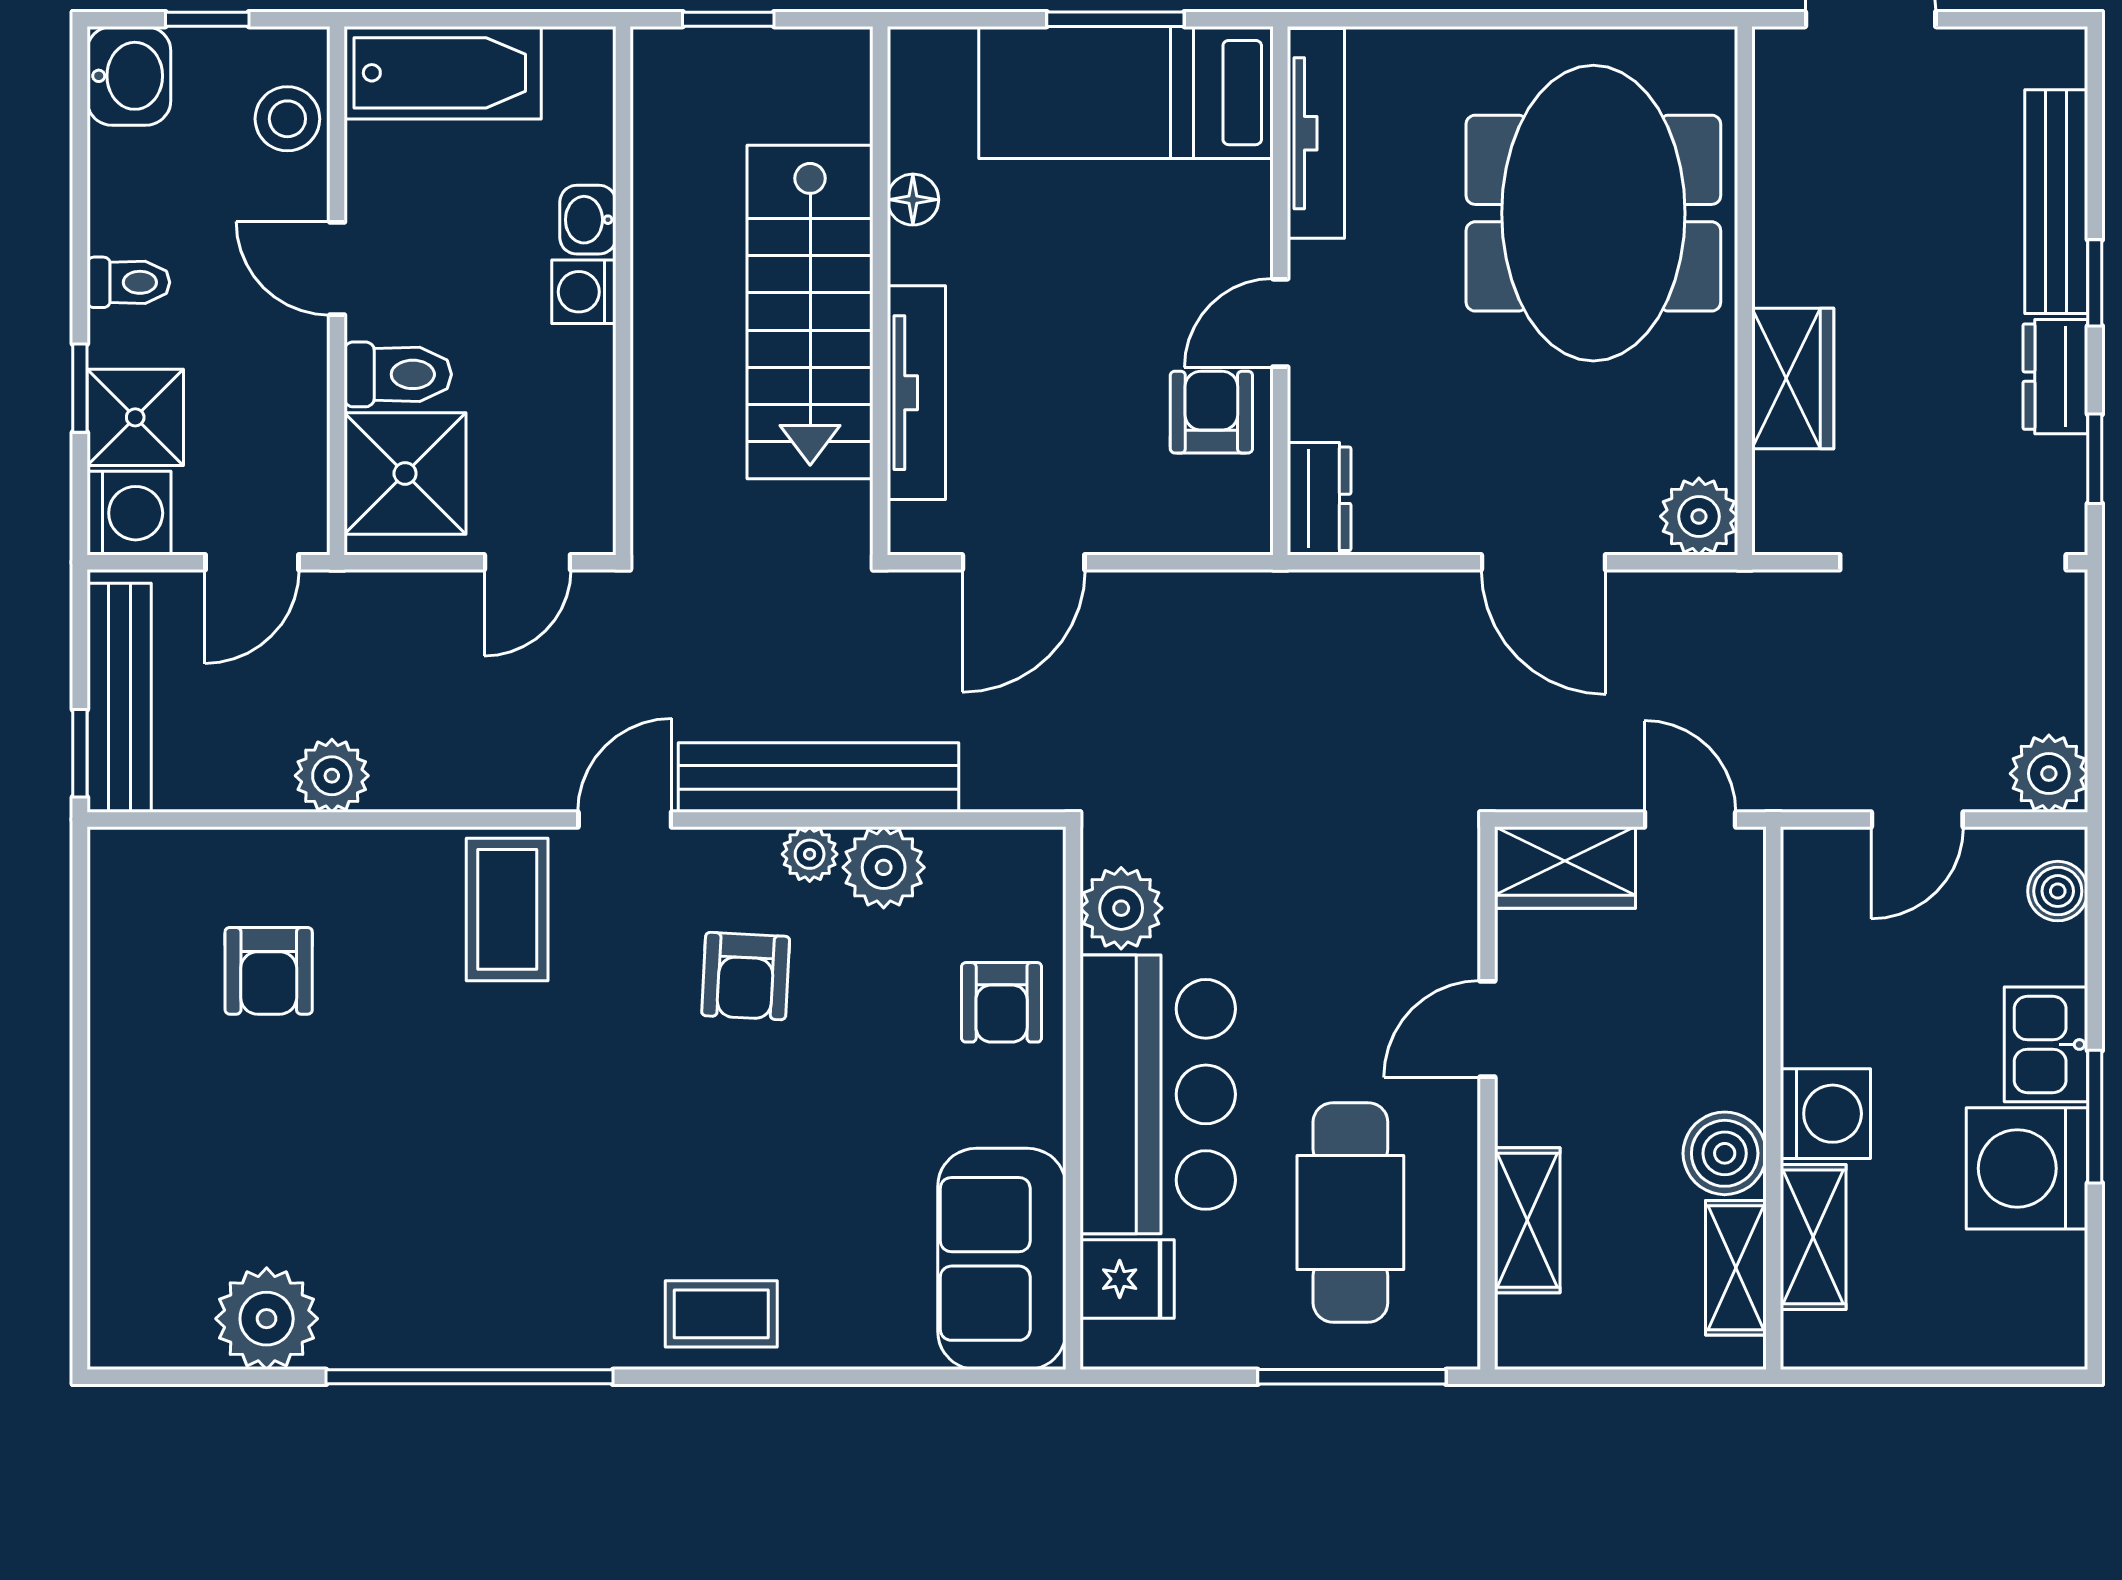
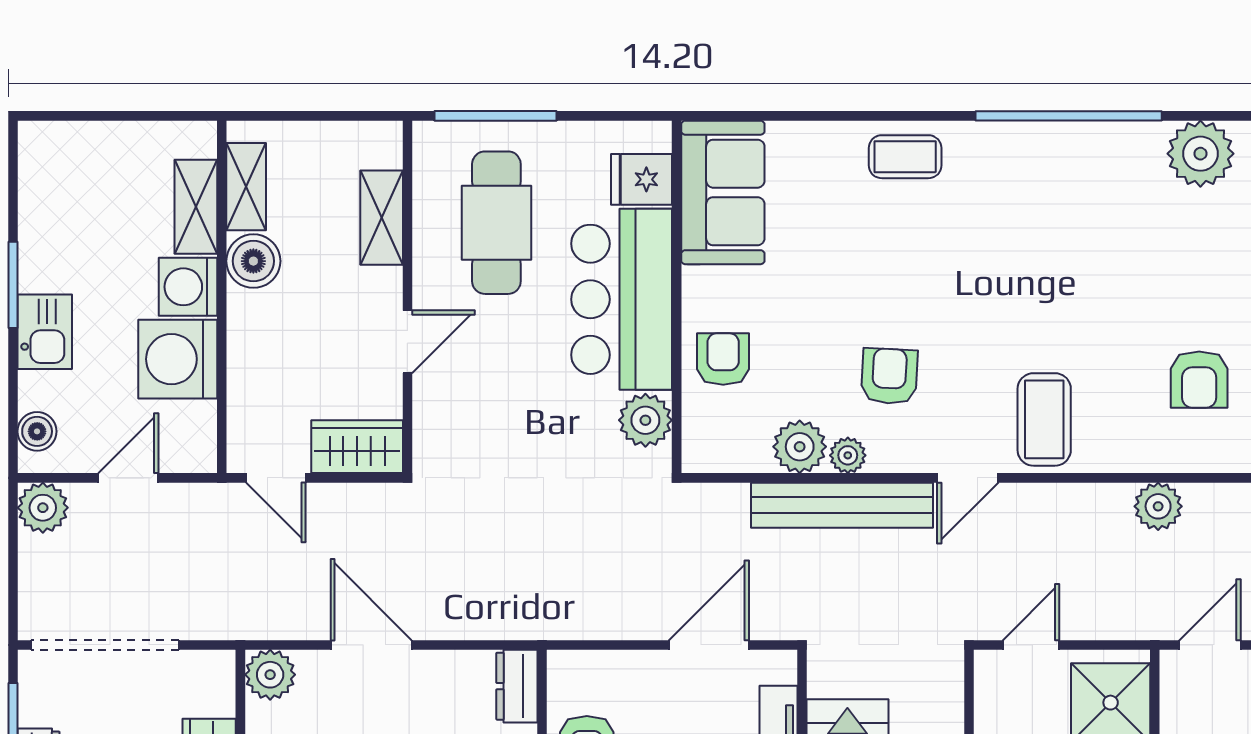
armchair: (269, 971) -> (1199, 380), turned 180
washing machine: (2027, 1168) -> (178, 359), moved, turned 180

